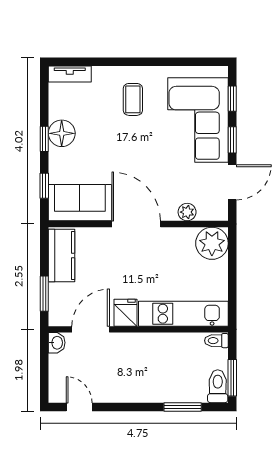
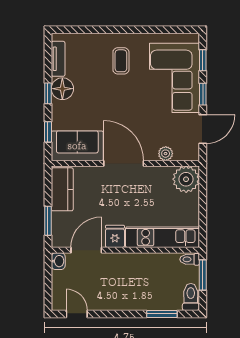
tv unit: (70, 74) -> (58, 59), moved, turned -90
window: (232, 378) -> (203, 275), moved

